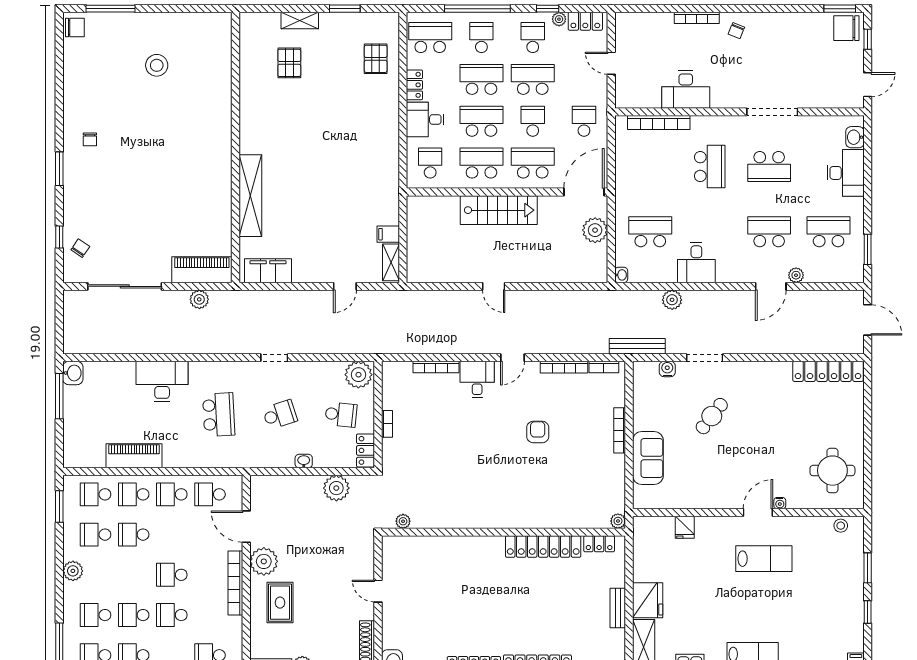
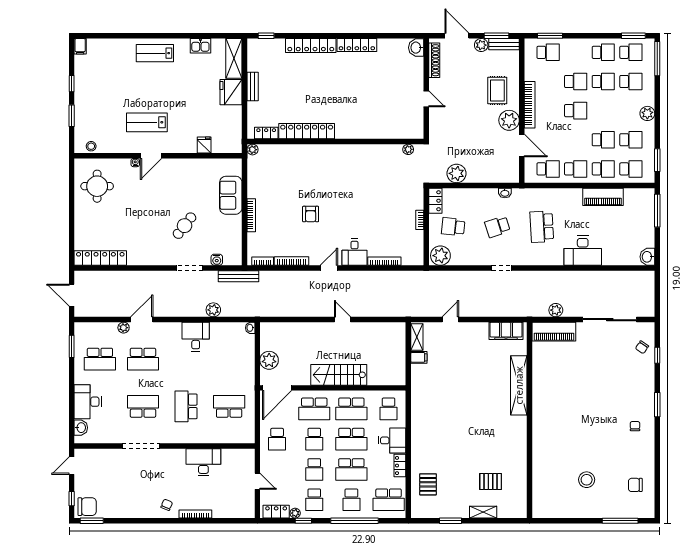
chair: (75, 28) -> (635, 485), moved
pallet: (289, 63) -> (491, 481), turned 90
school desk: (533, 79) -> (314, 469), width x0.54
bookcase: (659, 122) -> (223, 438), removed
school desk: (650, 232) -> (229, 406), moved, turned 180
window: (59, 396) -> (657, 211), moved
washbasin: (304, 461) -> (505, 193), moved

